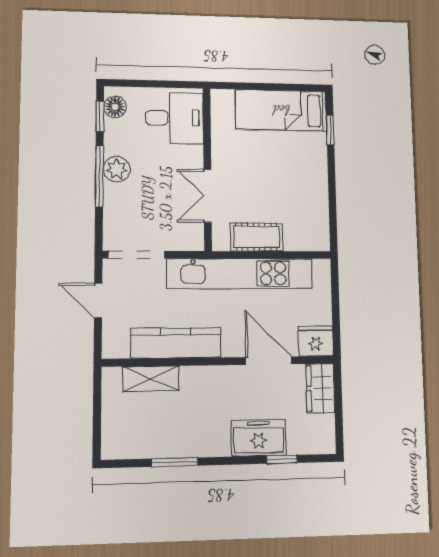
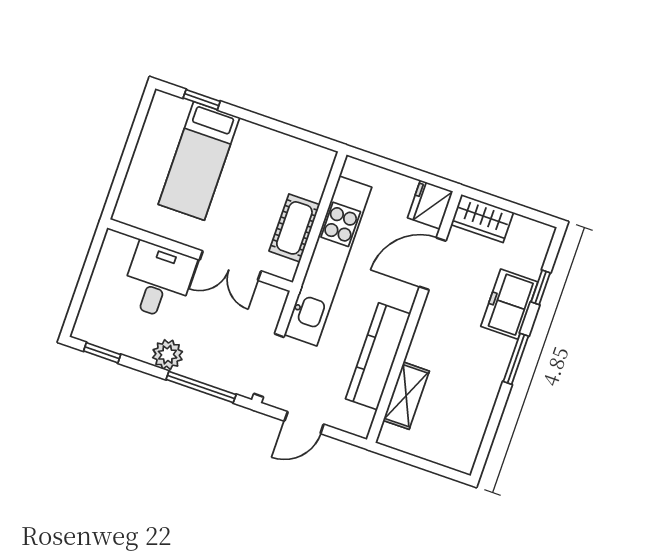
floor lamp: (115, 107) -> (97, 333), removed
bed: (281, 110) -> (199, 161), moved
desk: (175, 118) -> (158, 281), moved
window: (99, 176) -> (201, 387), moved
window: (174, 462) -> (516, 359), moved

